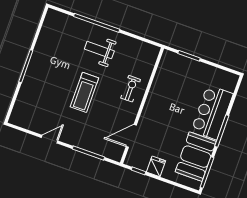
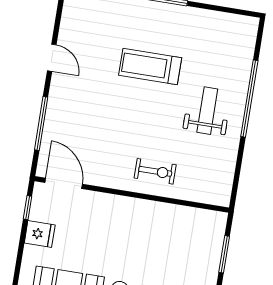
treadmill: (84, 92) -> (150, 66), moved
door: (131, 136) -> (64, 183), moved

